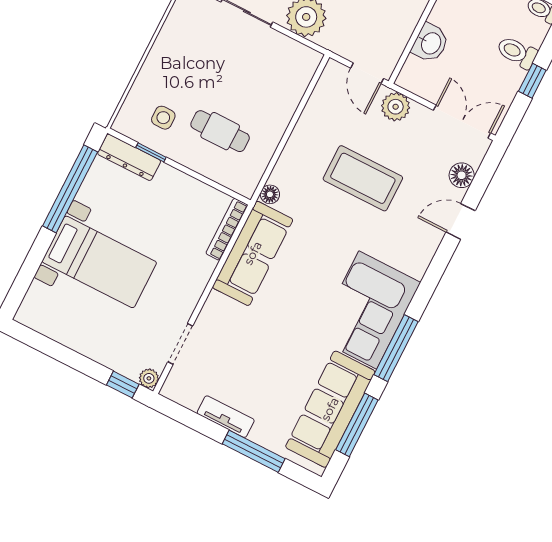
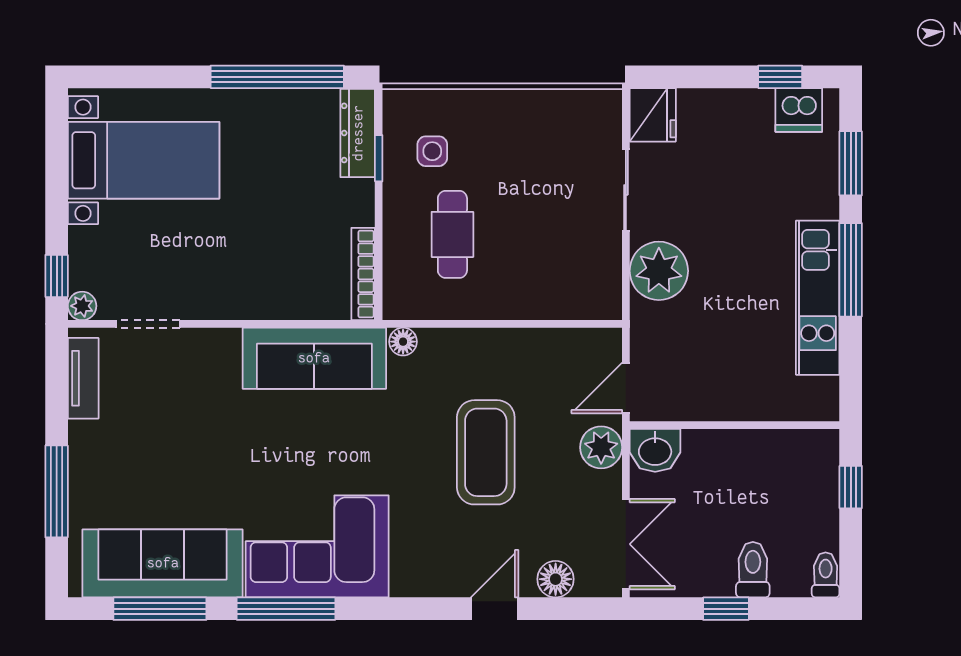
washbasin: (430, 43) -> (655, 450), moved
door: (461, 221) -> (495, 609), hinge flipped
bookcase: (227, 229) -> (363, 274), moved, turned -90
bed with nightstands: (99, 262) -> (144, 160), moved, turned -90
tv unit: (226, 417) -> (83, 378), moved

